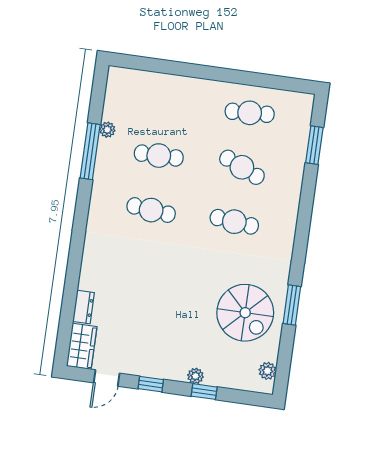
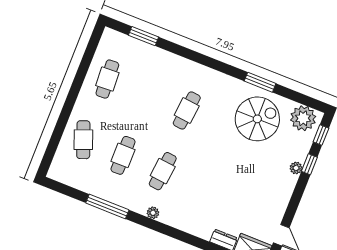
plant: (107, 130) -> (153, 213), moved
cafe table: (242, 167) -> (83, 140), moved, turned -45
plant: (267, 371) -> (303, 118), width x1.87, depth x1.87
window: (151, 384) -> (321, 135), moved

